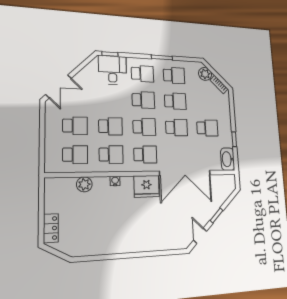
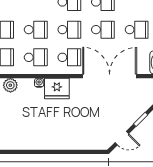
double door: (185, 173) -> (110, 76), swing flipped
fridge: (147, 186) -> (57, 89), moved
door: (200, 236) -> (122, 138), swing flipped

